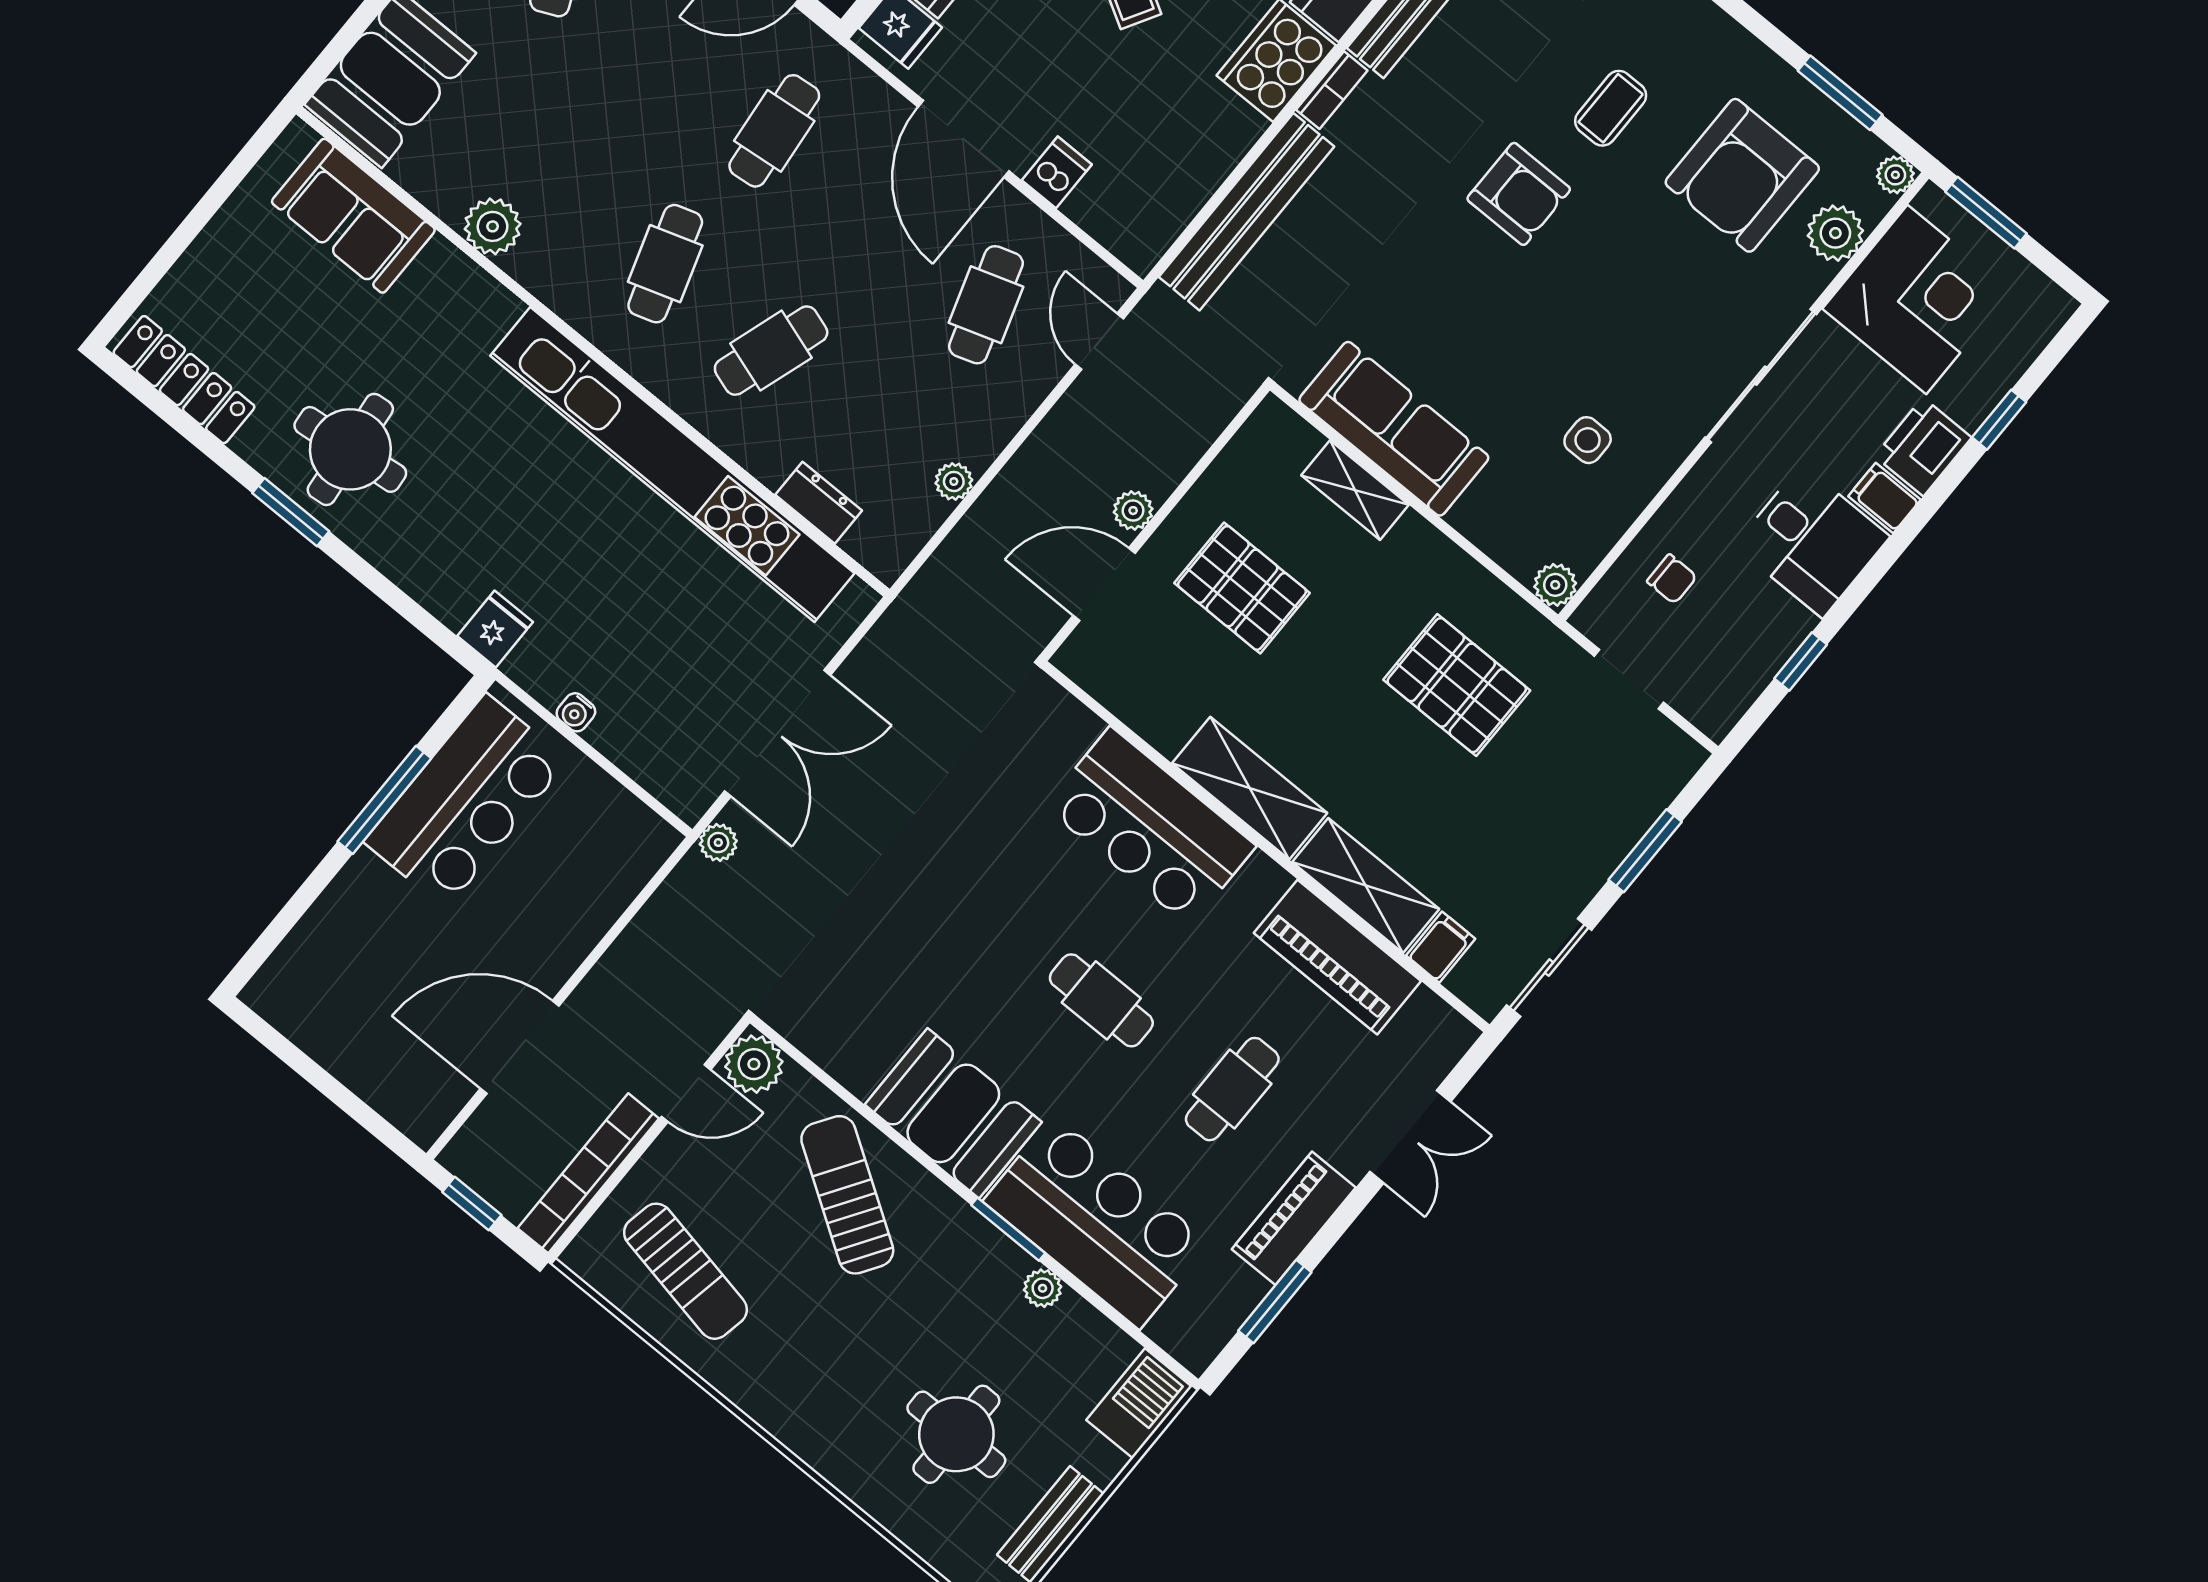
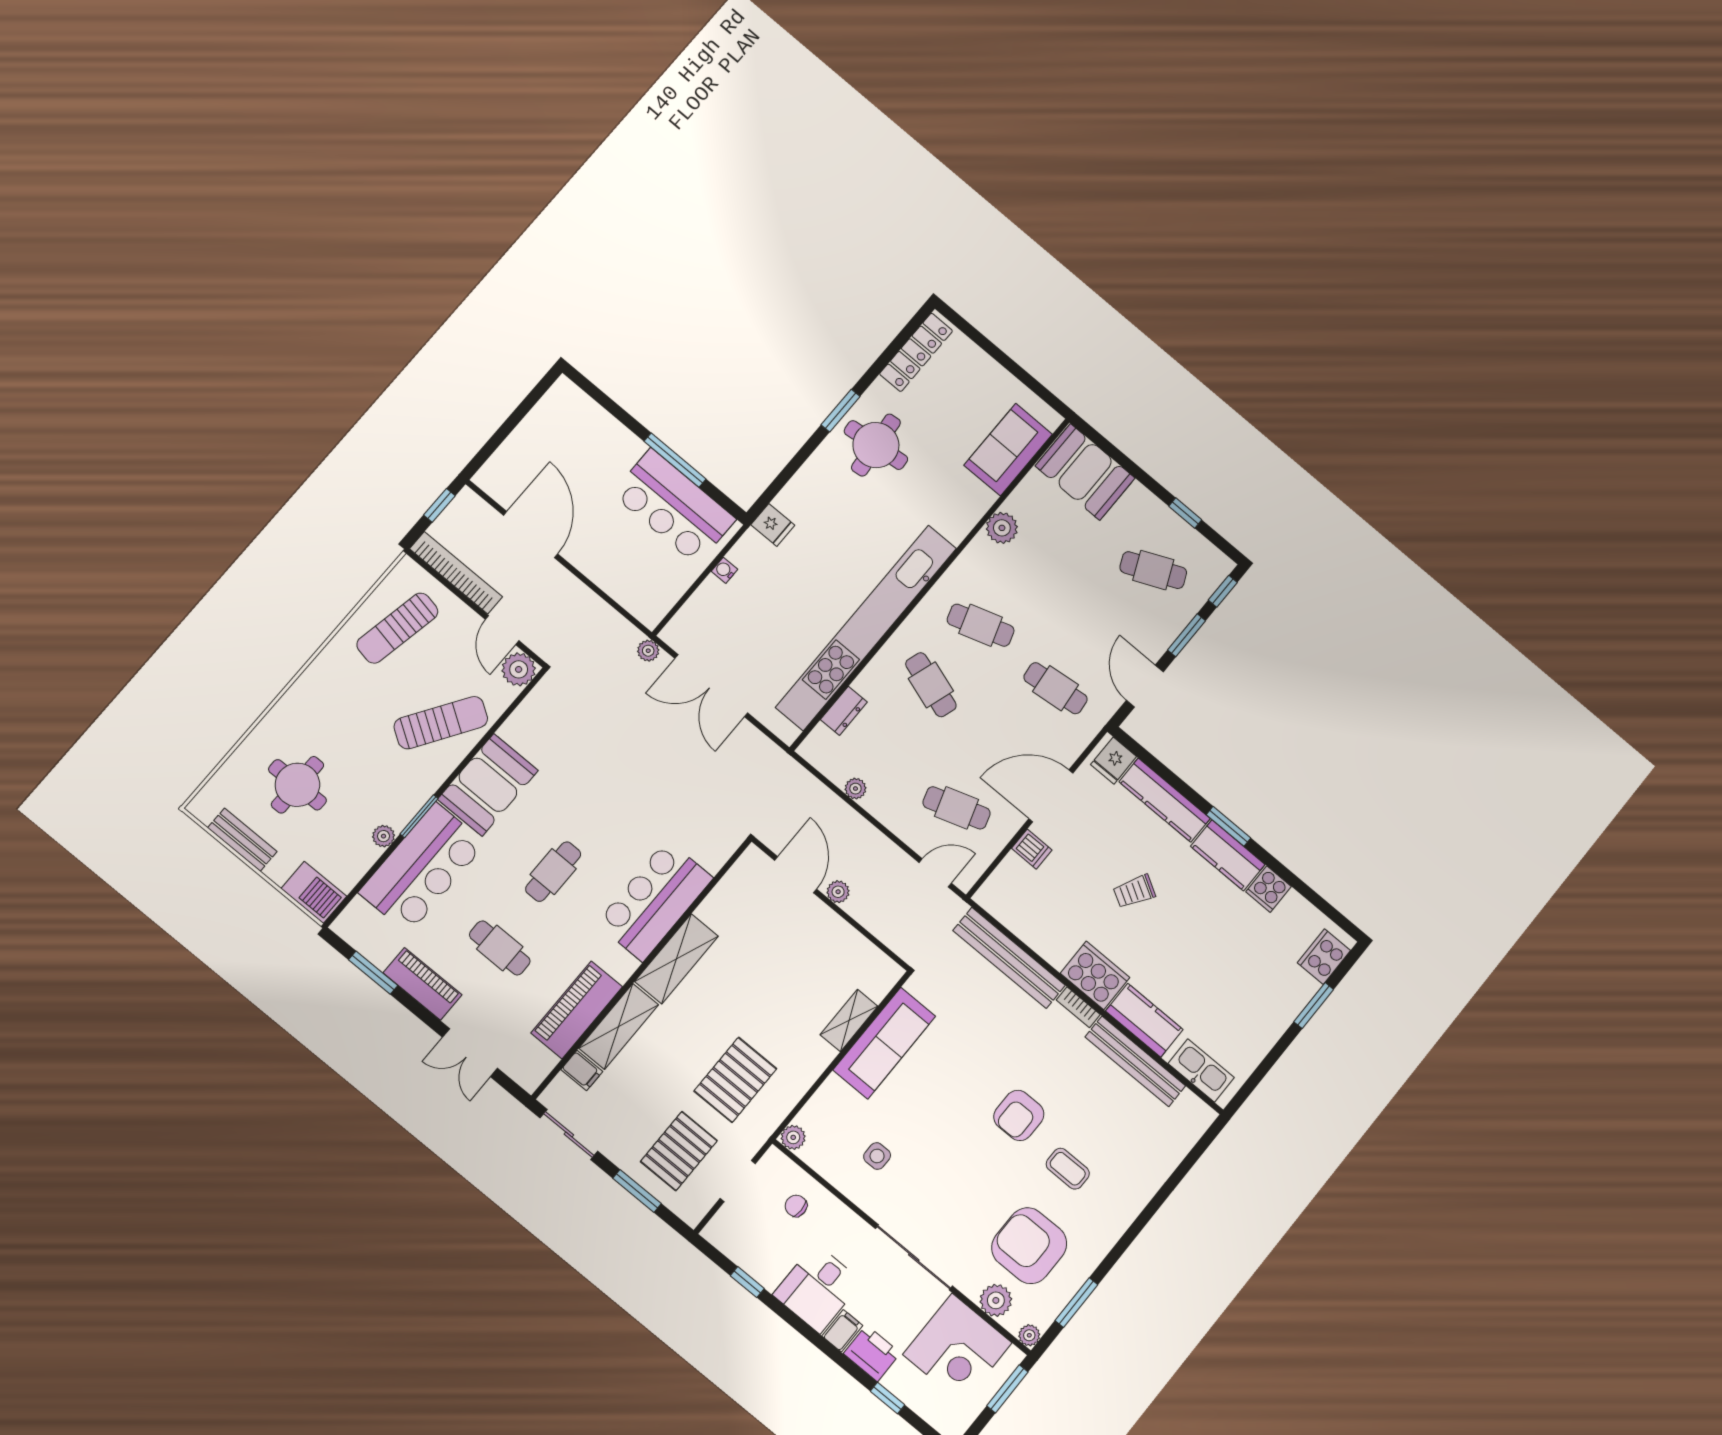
chair: (1672, 579) -> (796, 1206), turned 90
pallet: (1242, 588) -> (679, 1151), moved

